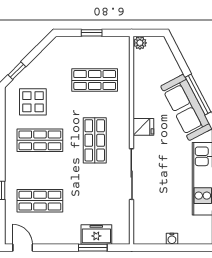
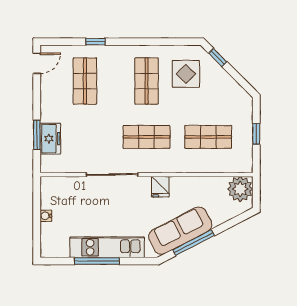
plant: (140, 43) -> (240, 189), width x1.87, depth x1.87
shop shelf: (95, 80) -> (208, 137), turned 90

